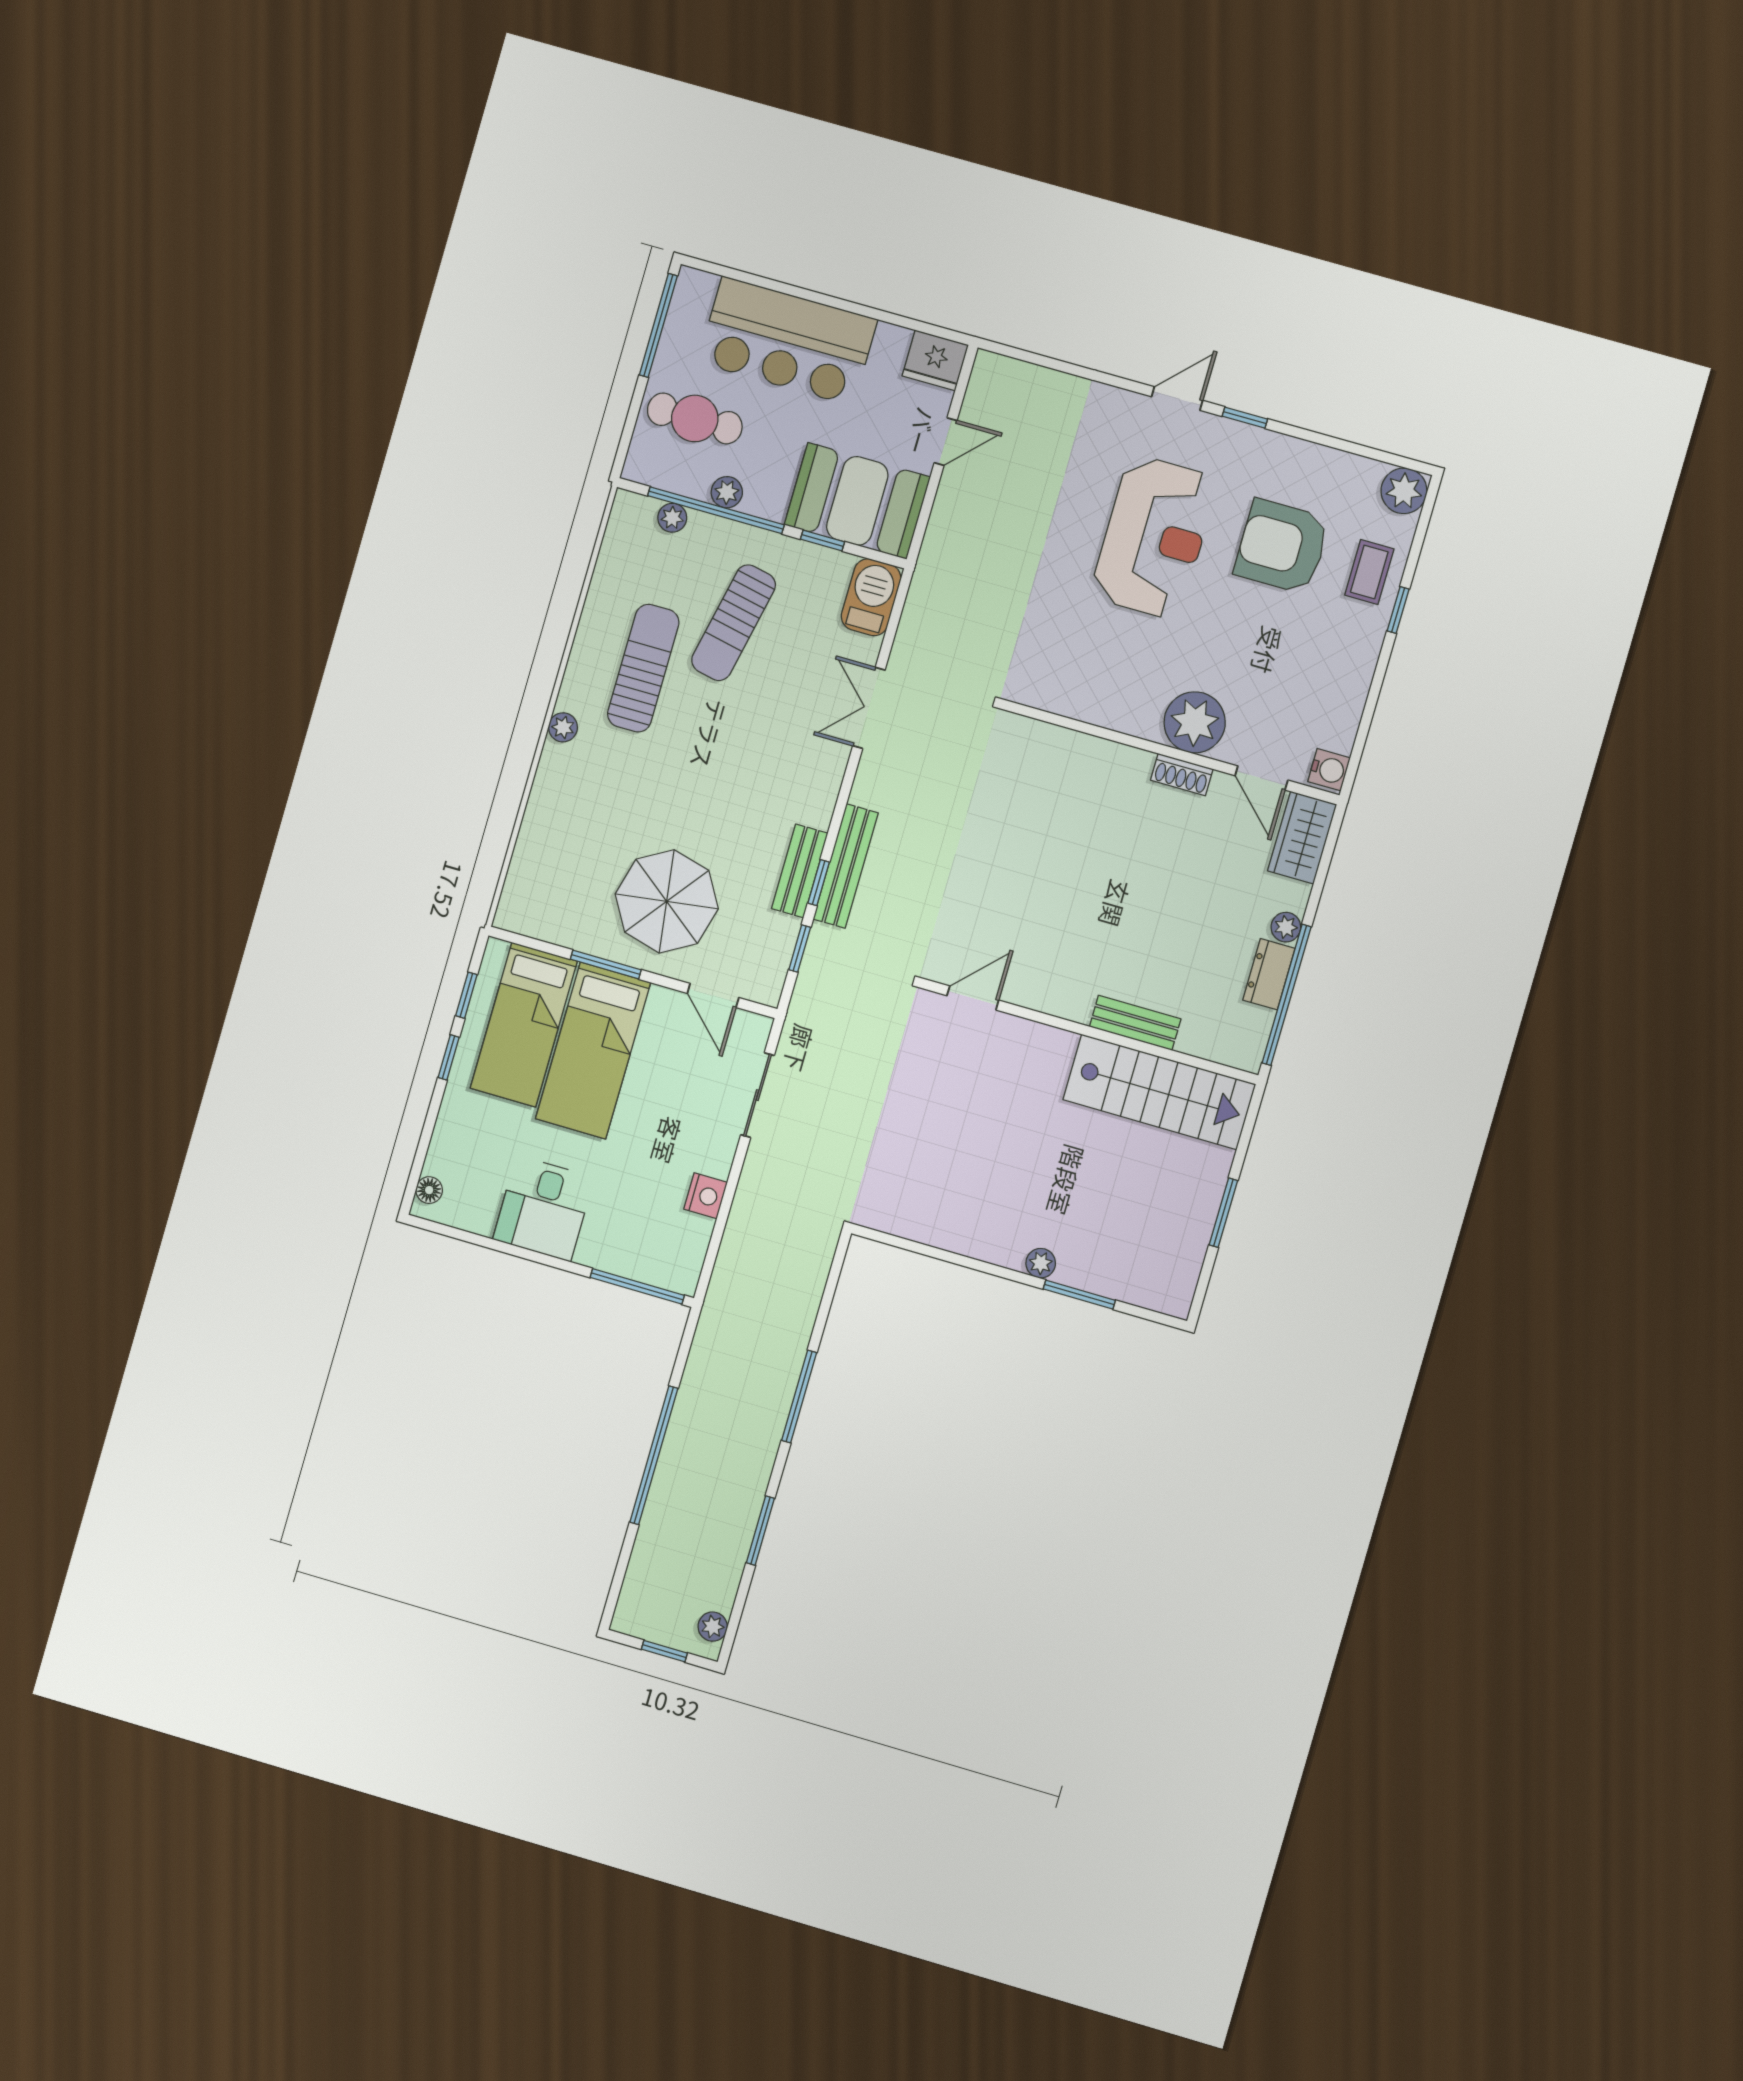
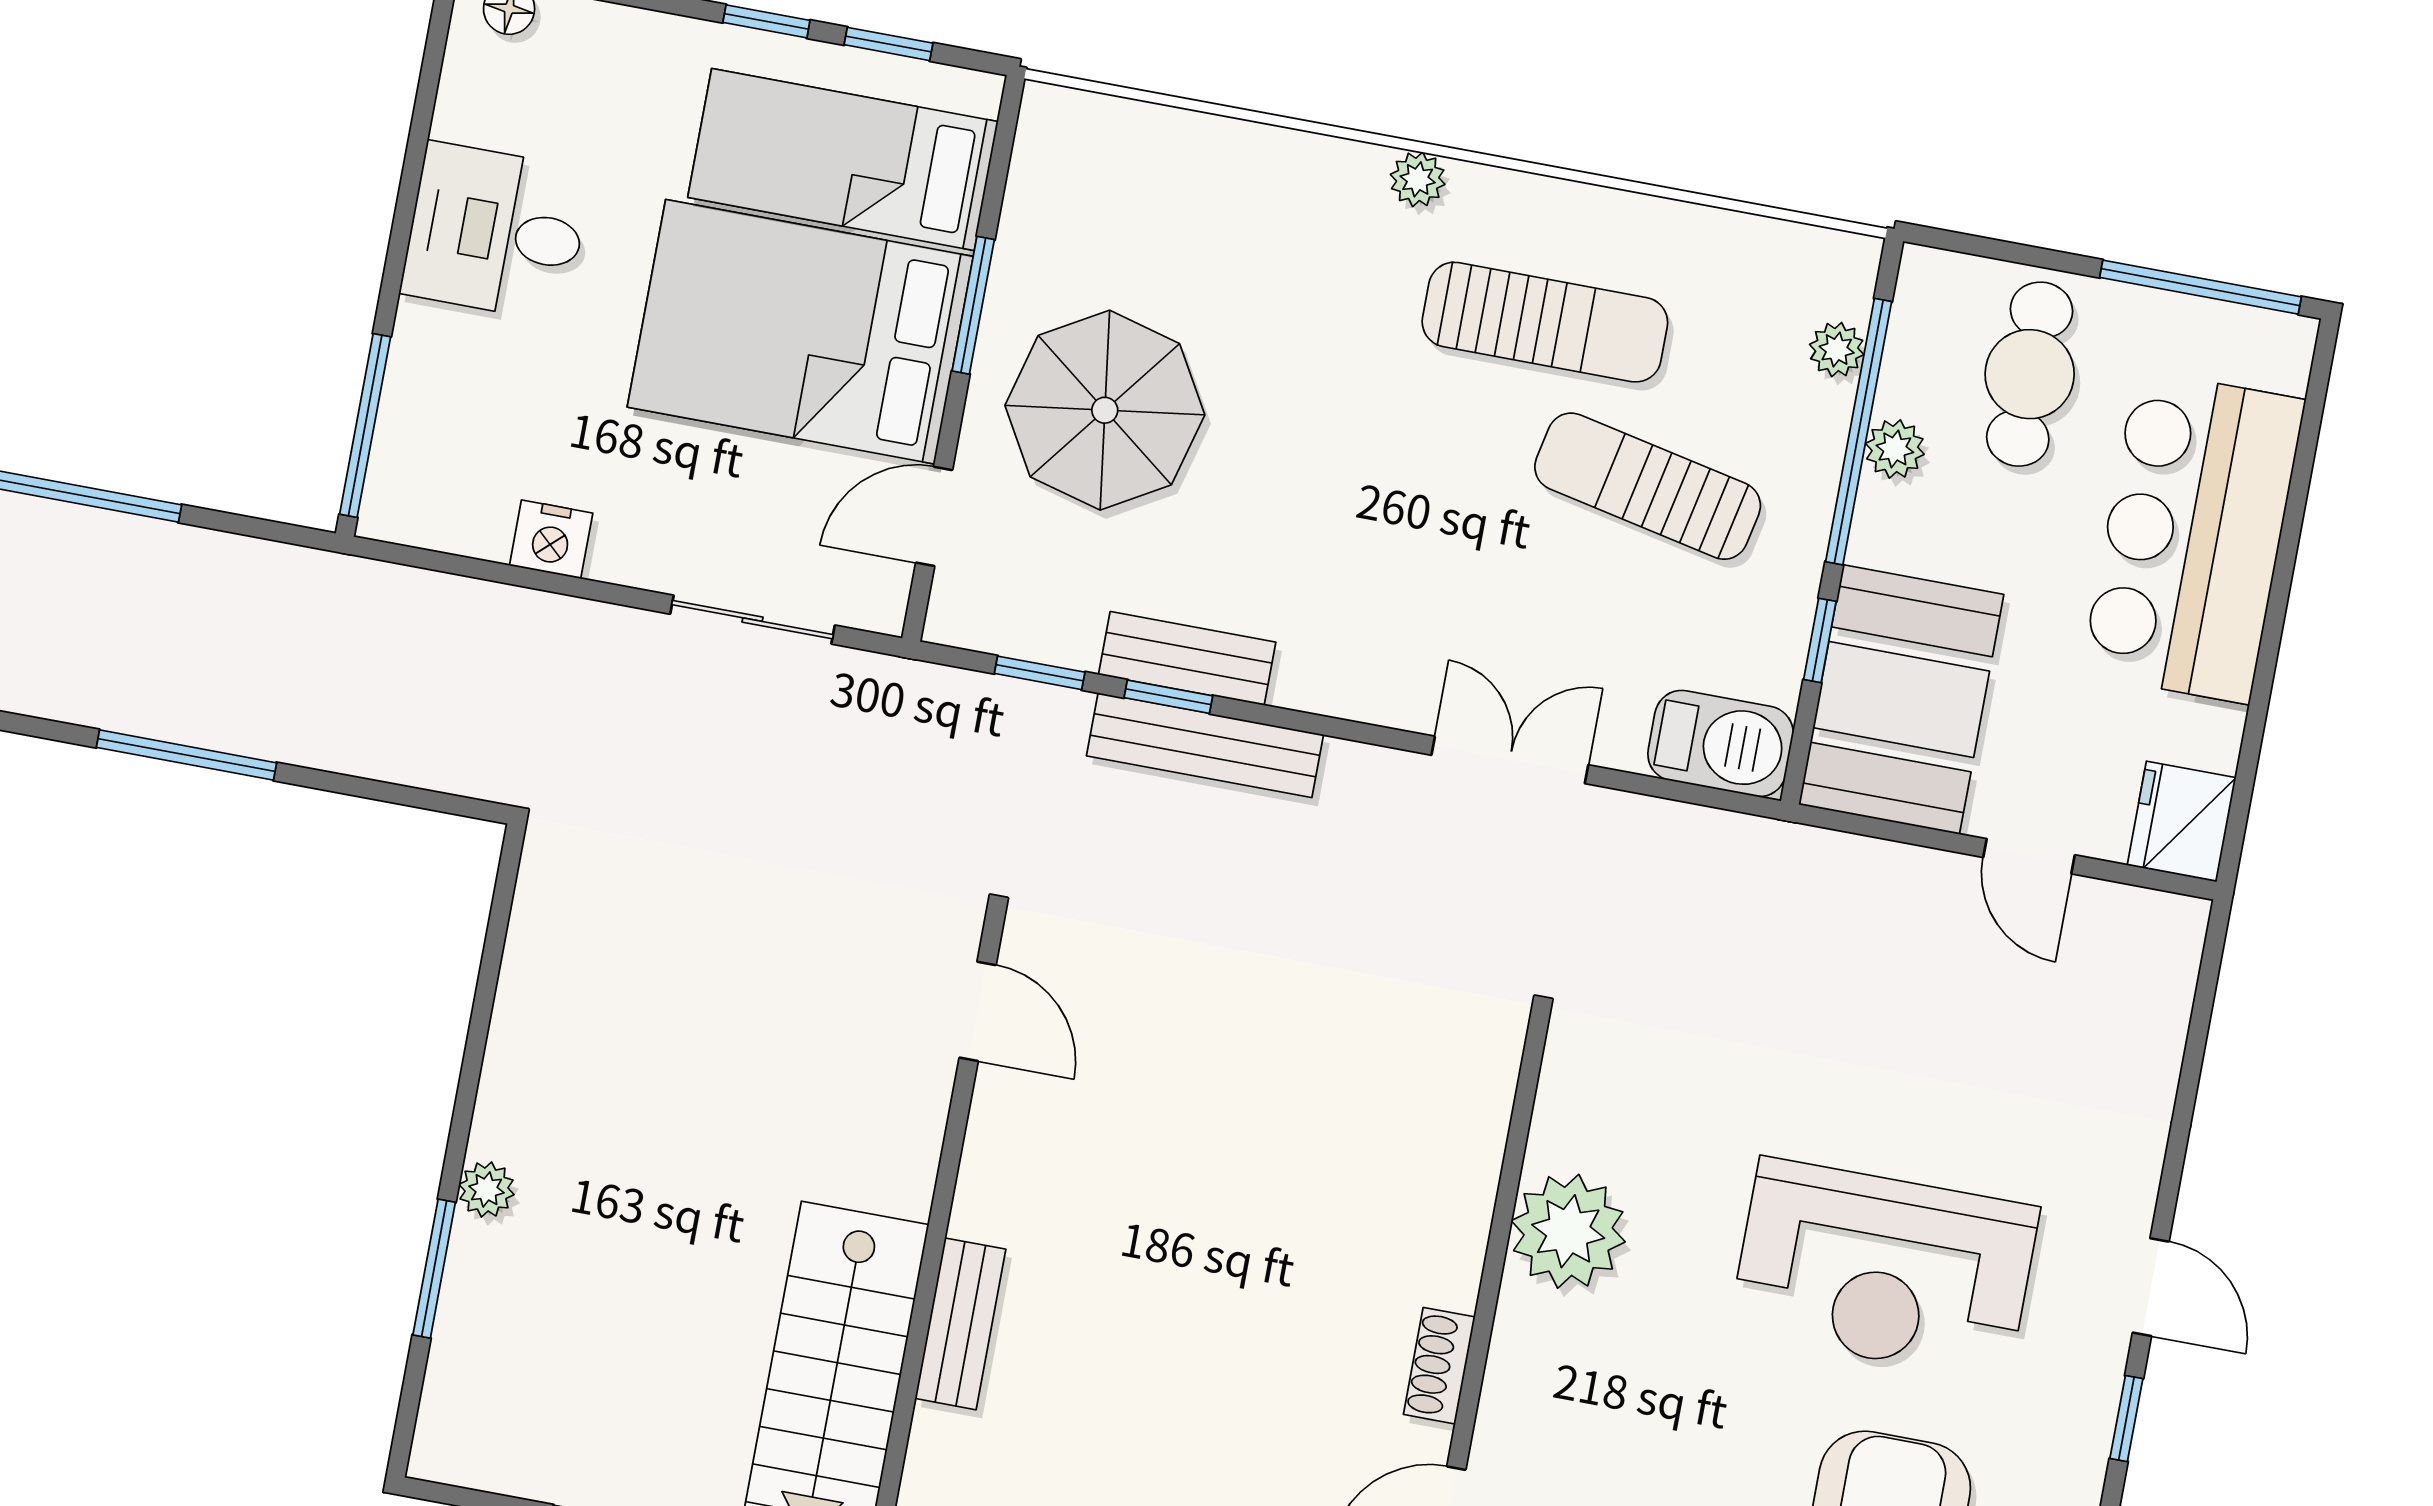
plant: (1195, 722) -> (1568, 1231), moved
bed: (593, 1051) -> (800, 332), width x1.50

